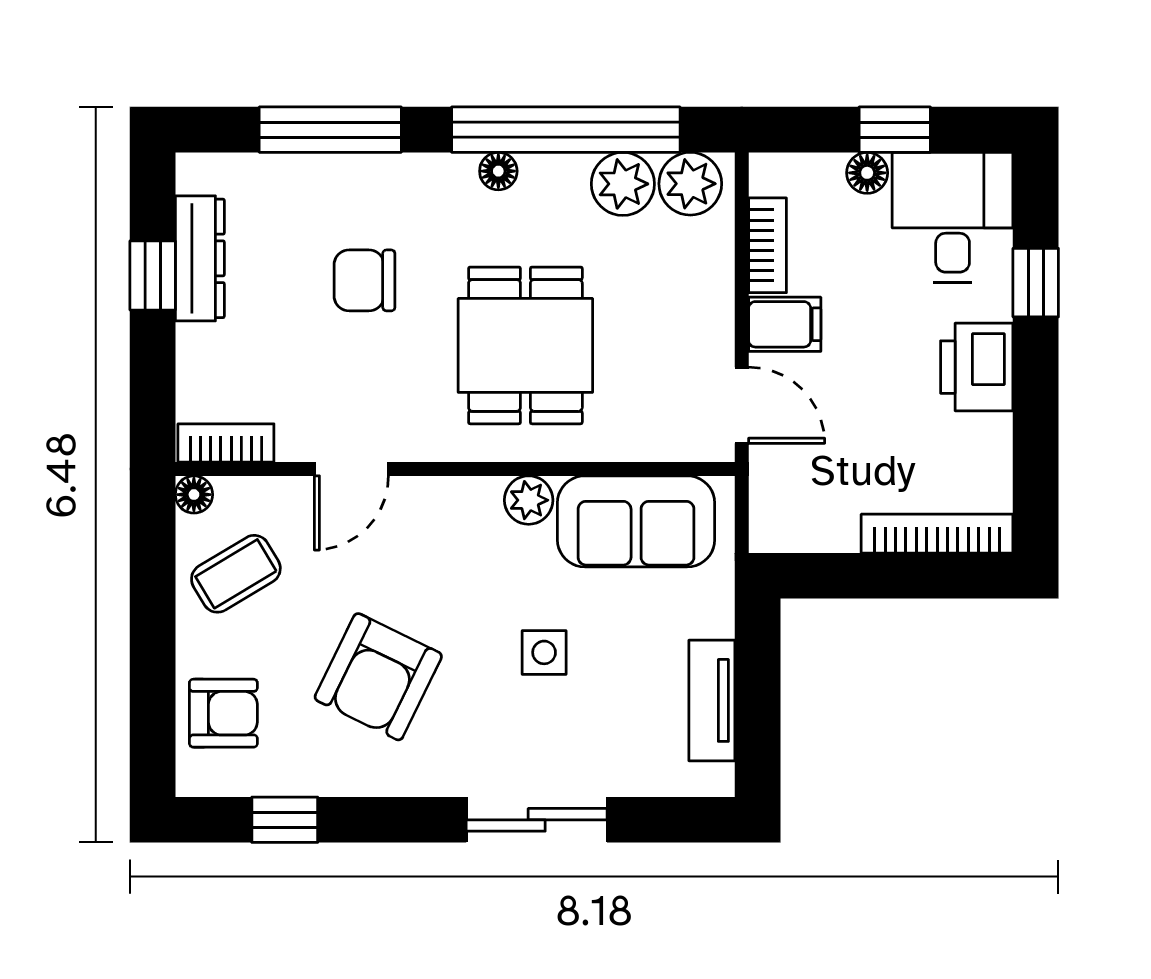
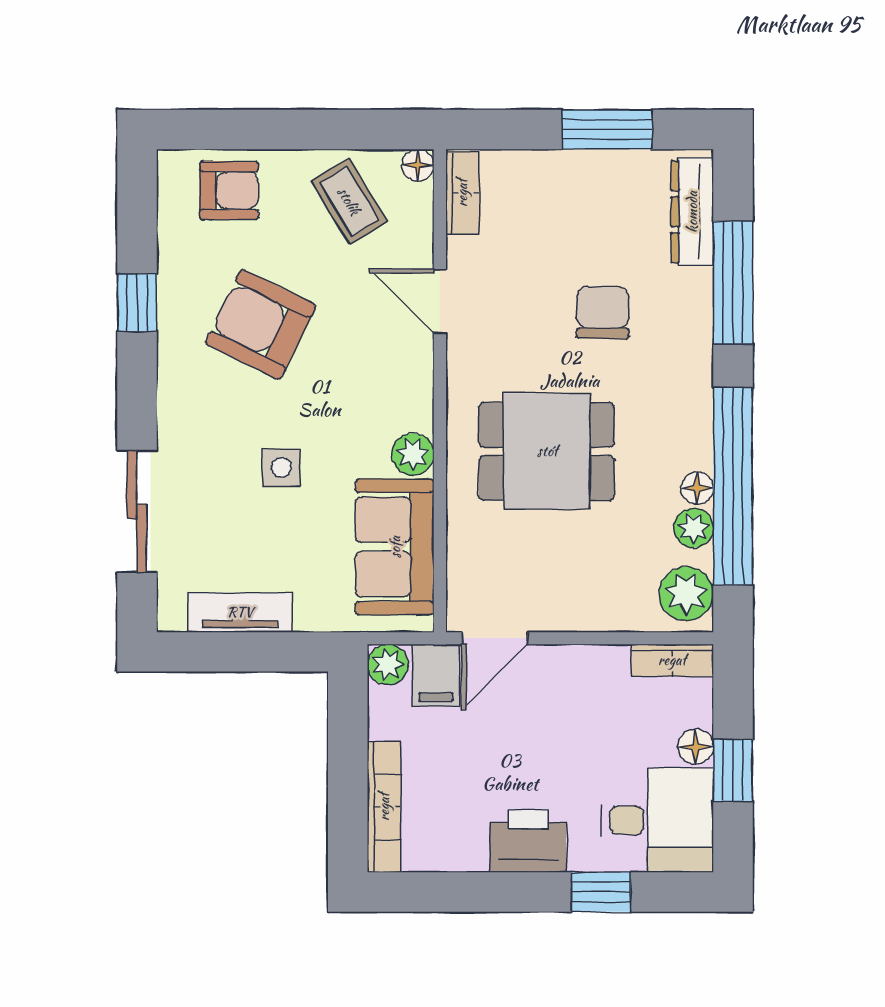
floor lamp: (498, 171) -> (697, 488), moved
plant: (623, 184) -> (694, 528), width x0.73, depth x0.73
bookcase: (767, 245) -> (672, 660), moved
dresser: (200, 258) -> (692, 212), moved, turned 90
window: (153, 275) -> (607, 129), width x1.50
filing cabinet: (785, 324) -> (436, 675), moved
plant: (772, 529) -> (388, 665), added
armchair: (223, 713) -> (229, 191), turned -90
window: (285, 820) -> (137, 302), moved
sliding door: (537, 820) -> (137, 512), moved

